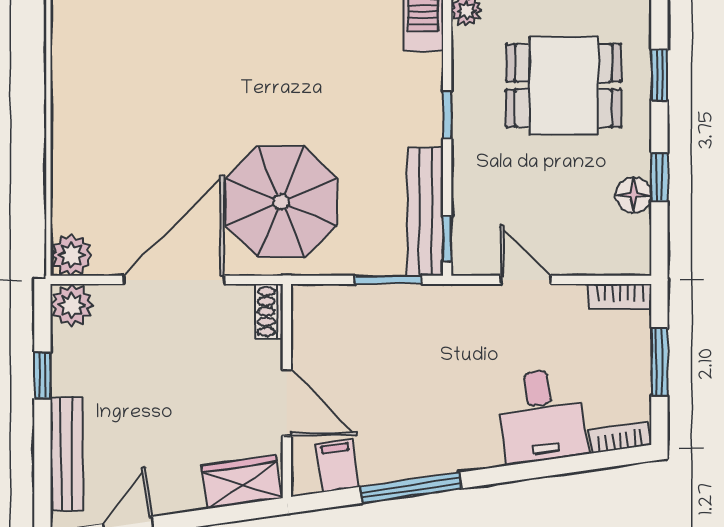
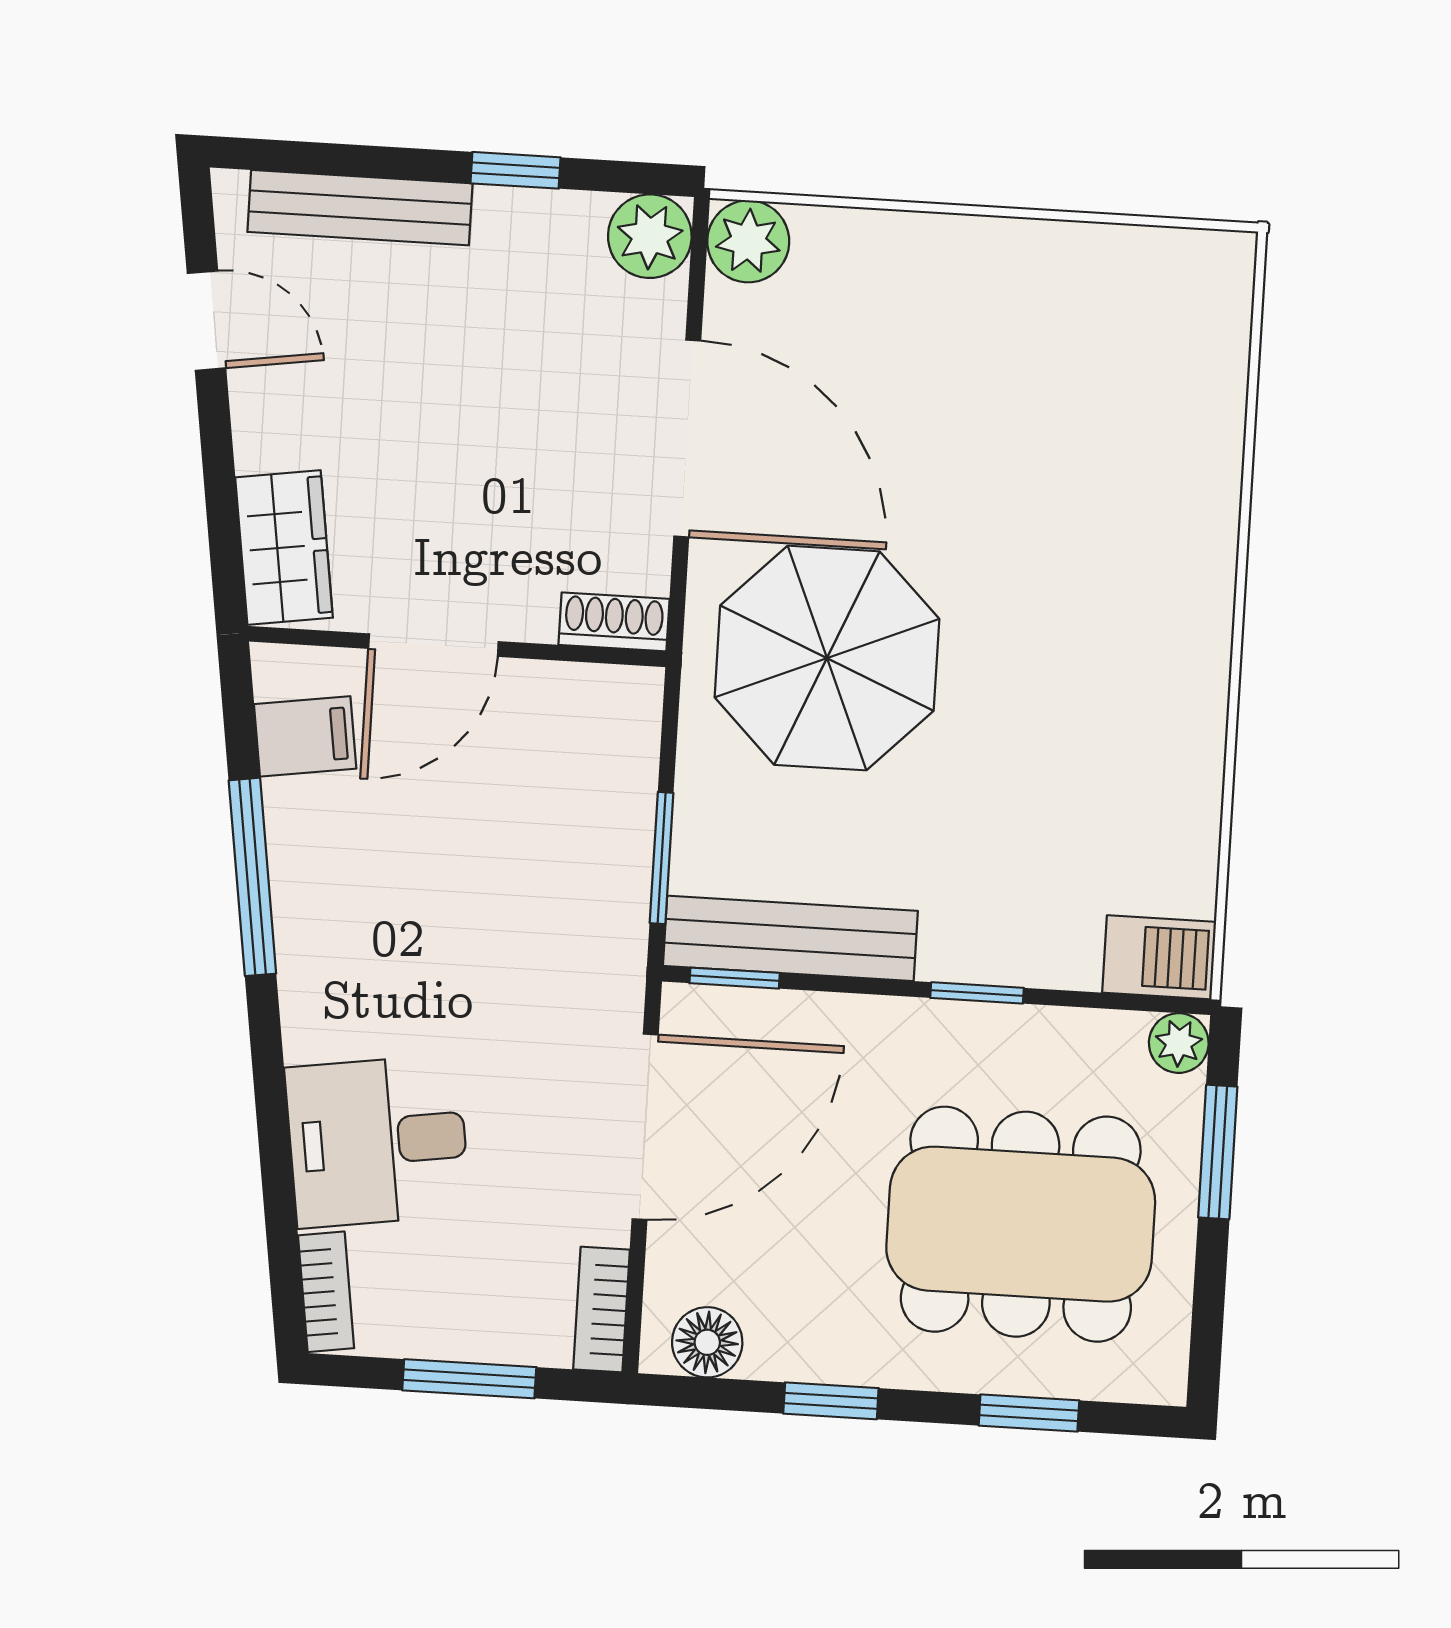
dining table: (564, 86) -> (1021, 1224), width x1.38
floor lamp: (633, 195) -> (707, 1342), moved
door: (526, 280) -> (645, 1127), width x1.88

